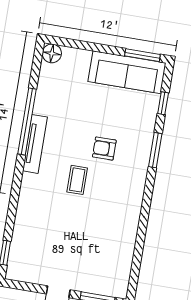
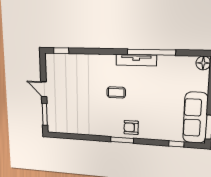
armchair: (104, 148) -> (131, 127), moved, turned -90
window: (155, 150) -> (122, 140), moved

